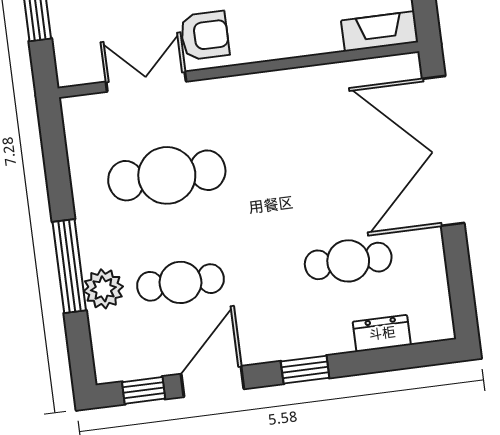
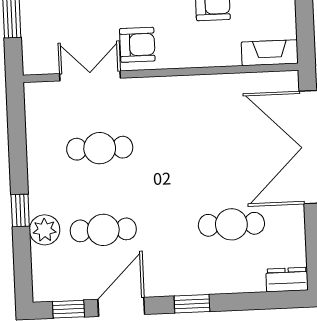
cafe table: (167, 175) -> (100, 148), width x0.73, depth x0.74
window: (69, 266) -> (20, 210), width x0.46
dresser: (382, 333) -> (287, 280), moved

